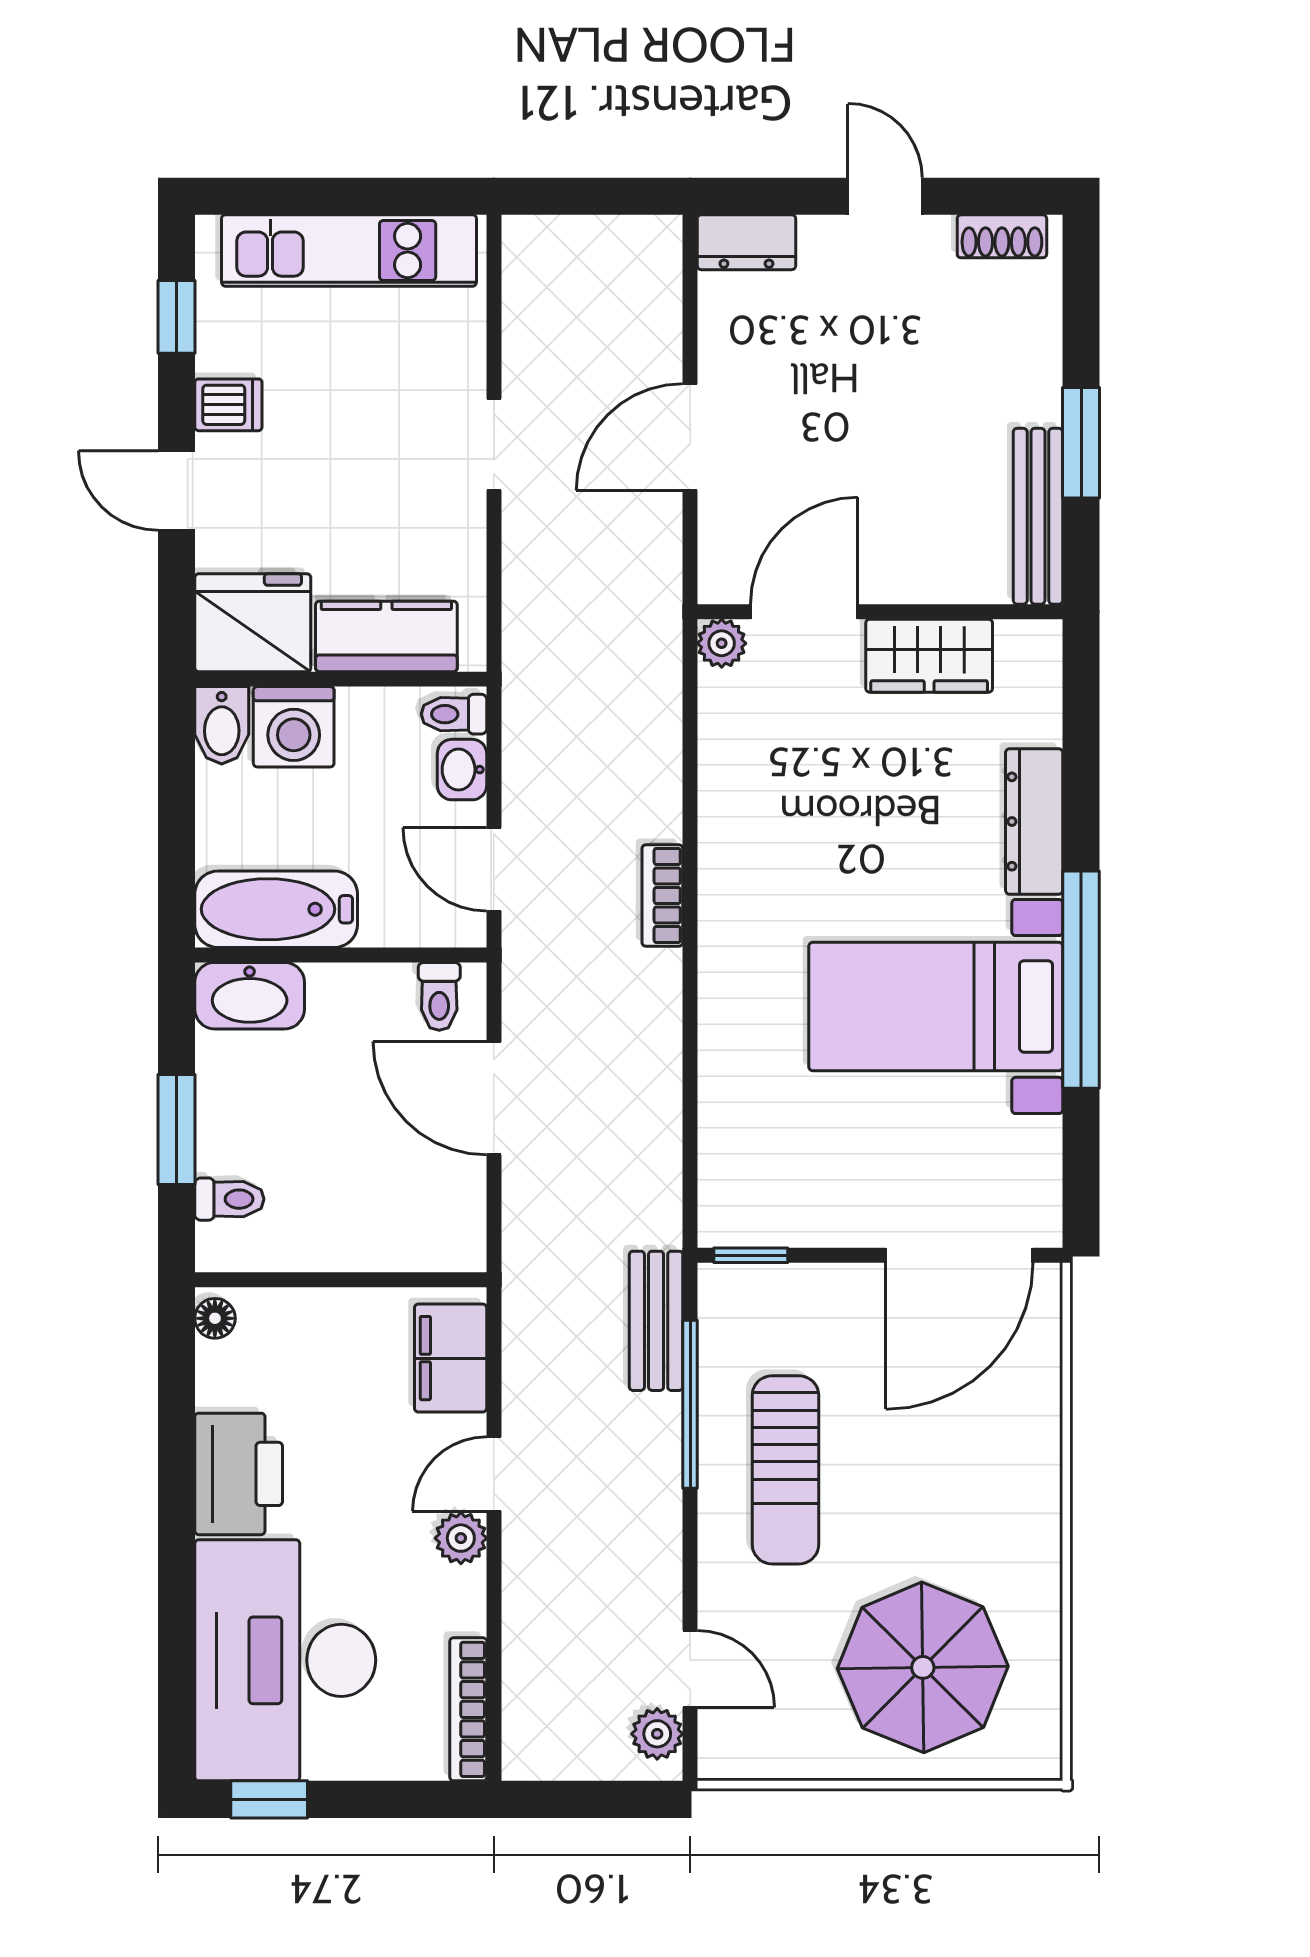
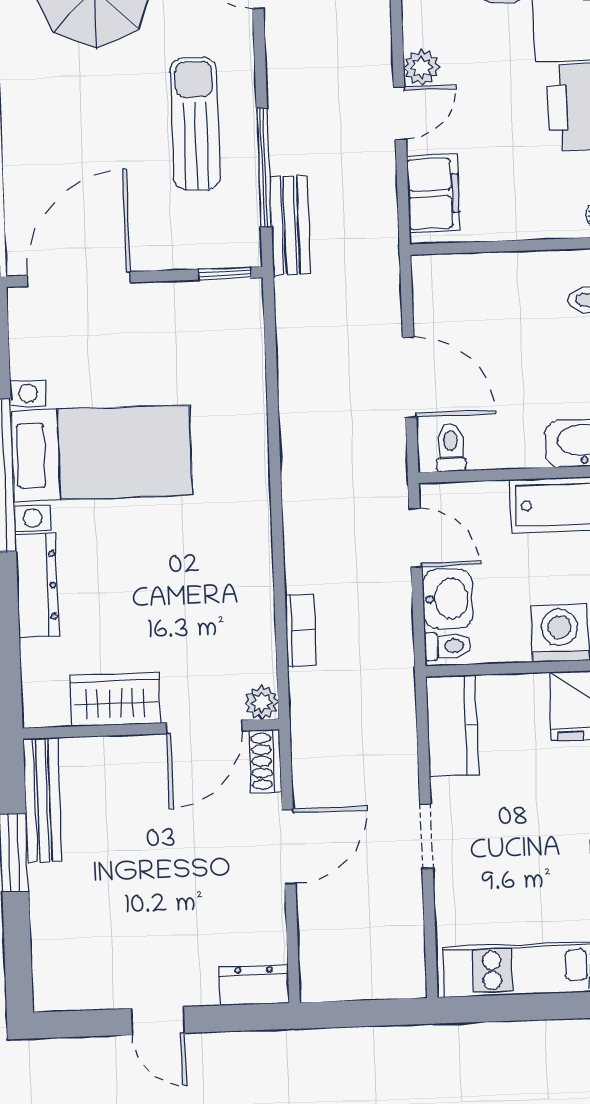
shoe rack: (1002, 236) -> (265, 761), moved, turned -90
kitchen counter: (386, 636) -> (452, 725), moved, turned -90
washbasin: (462, 770) -> (448, 599), width x1.38, depth x1.45
bookcase: (662, 895) -> (300, 630), moved

